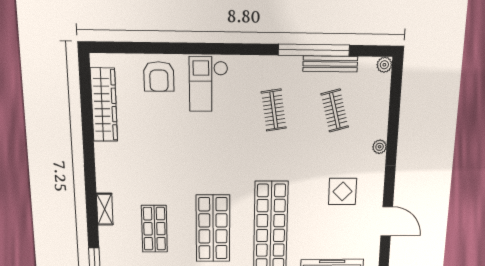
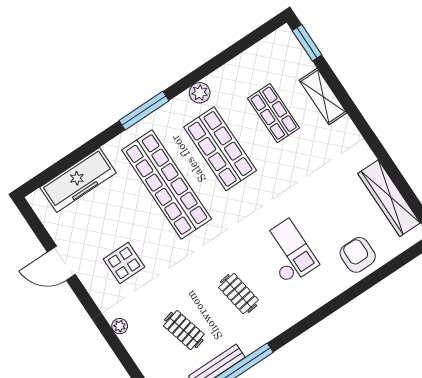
checkout: (209, 84) -> (288, 252), moved
shelving: (105, 209) -> (323, 96), width x1.50, depth x1.33

